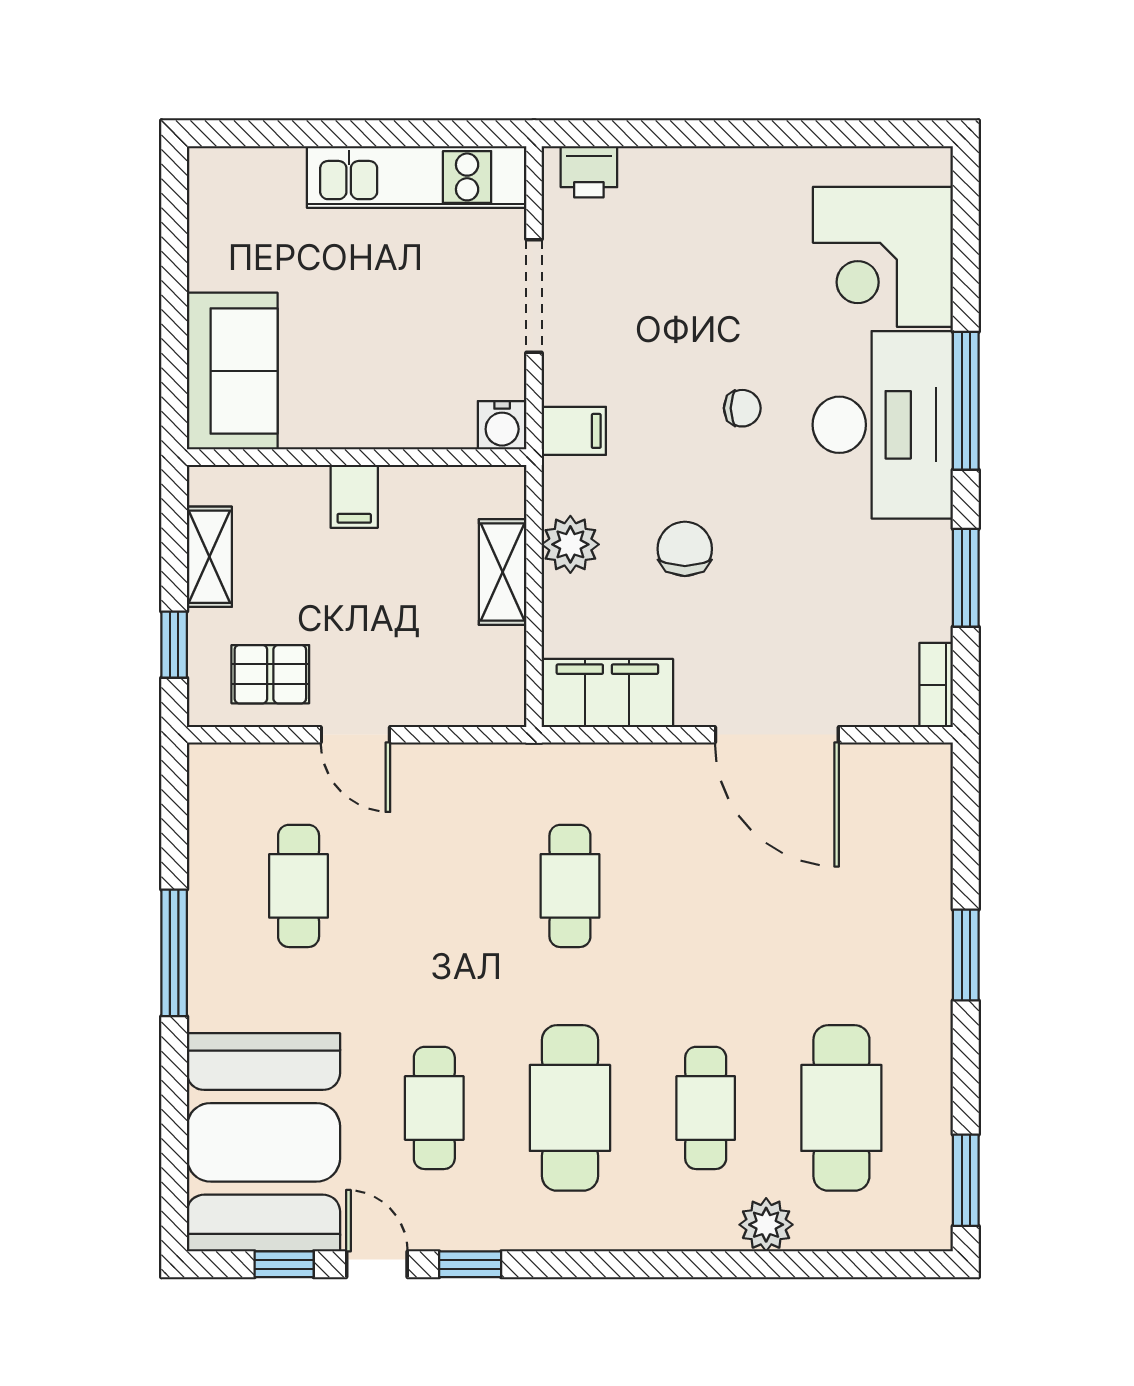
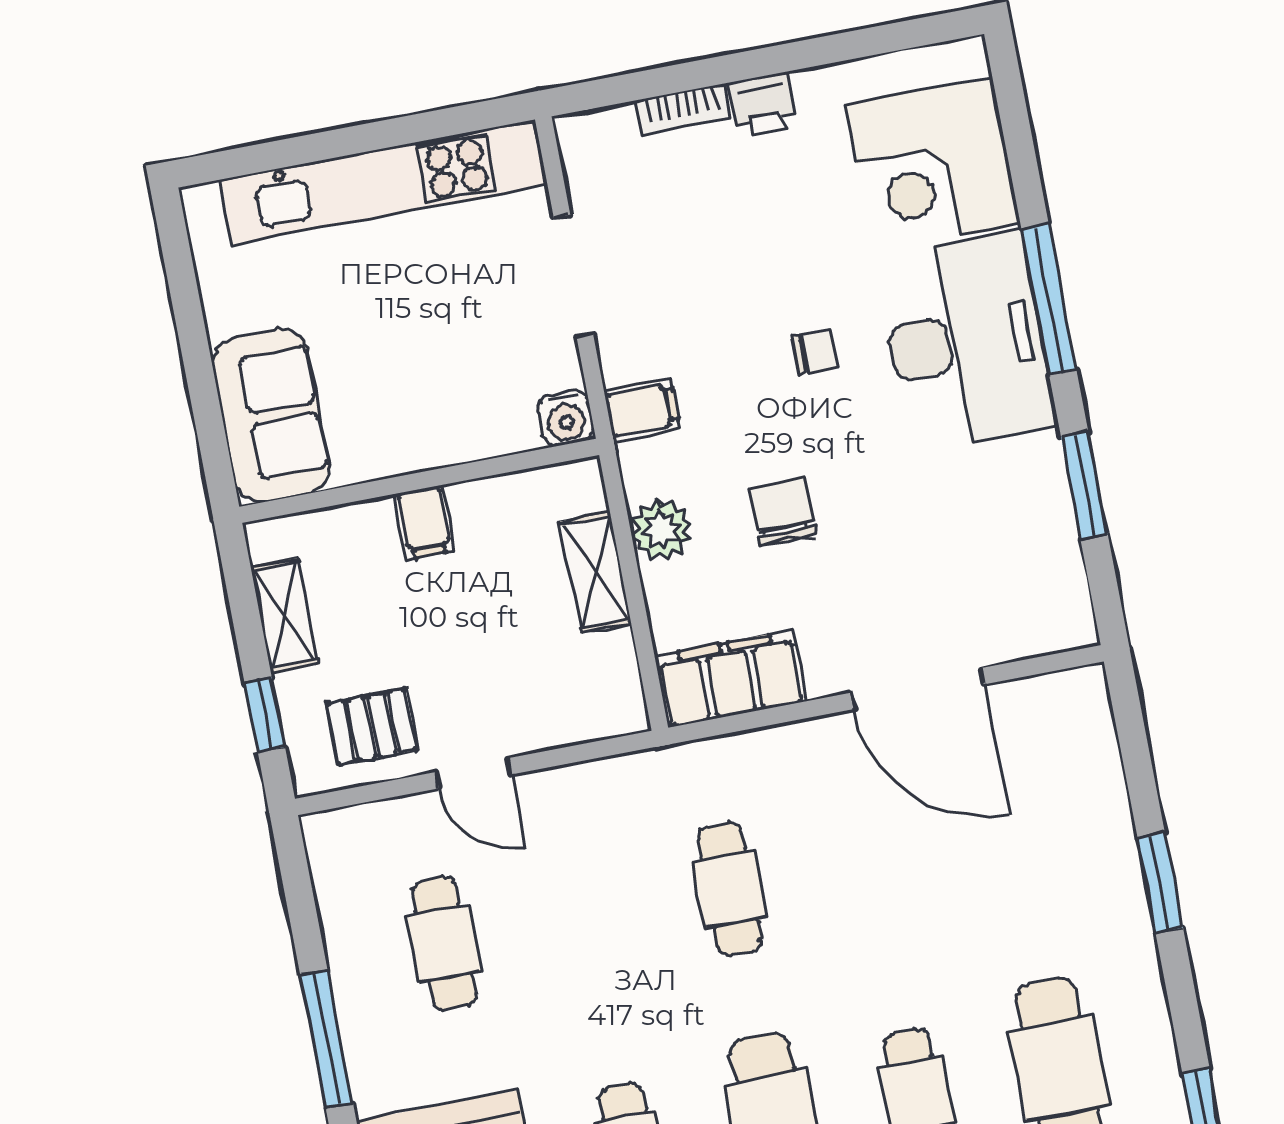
printer: (589, 172) -> (763, 104), moved
kitchen unit: (417, 177) -> (384, 182), width x1.36
bookcase: (936, 685) -> (683, 110), moved, turned -90

